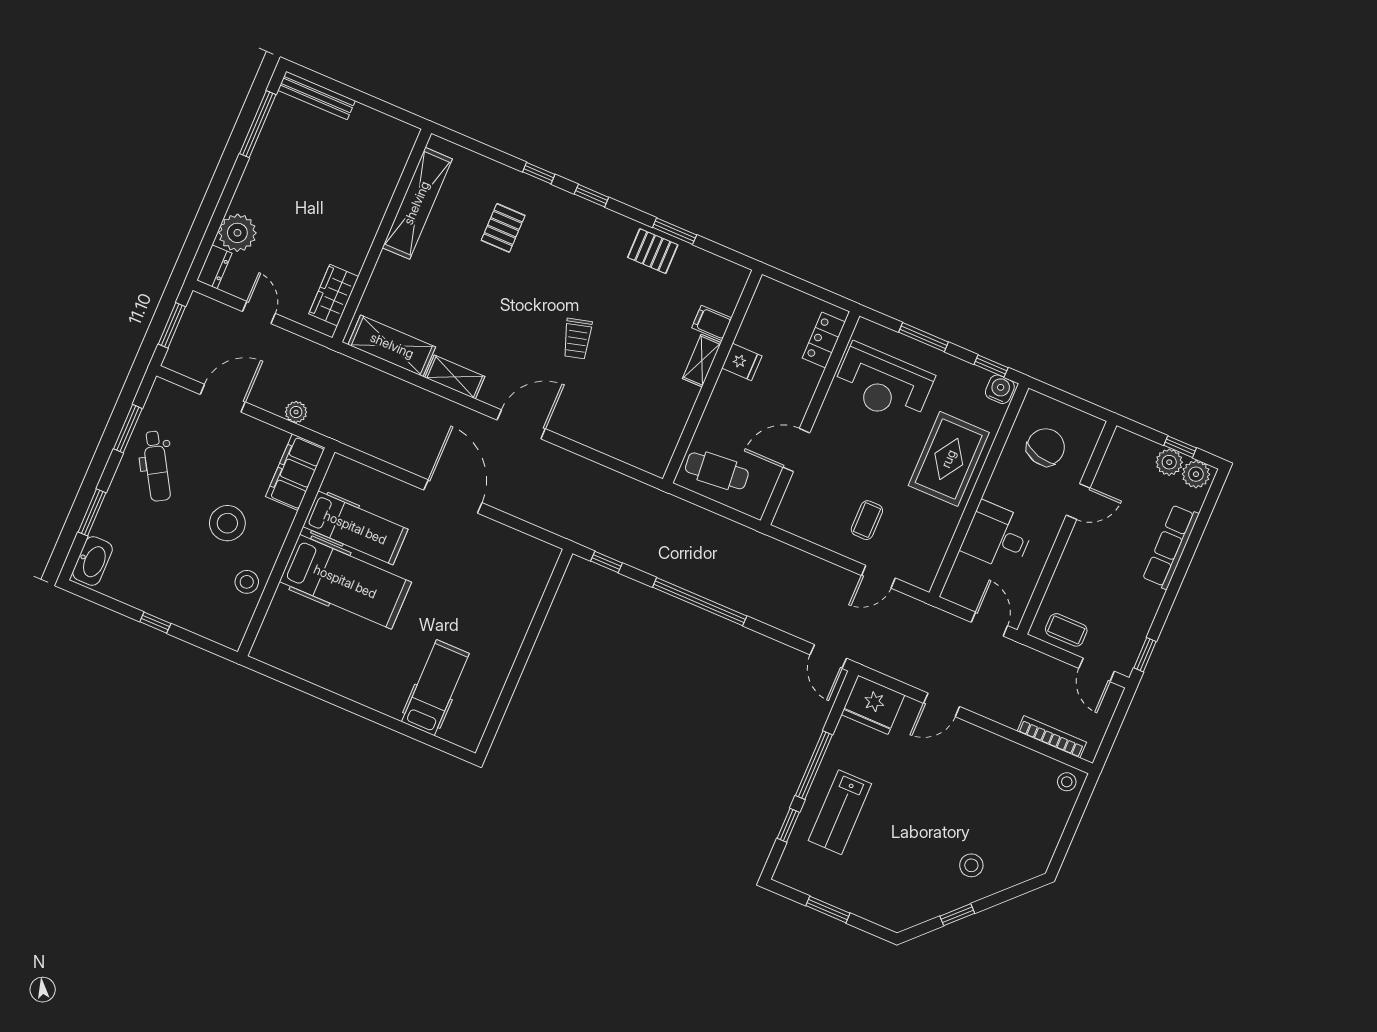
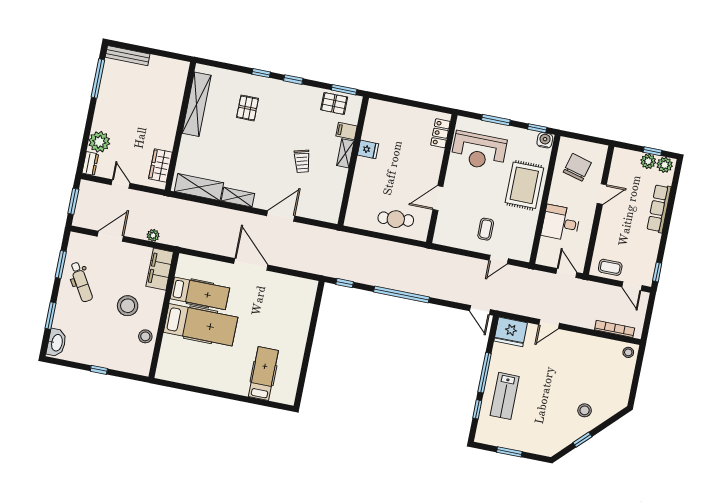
filing cabinet: (712, 323) -> (347, 131), moved
shelving: (702, 361) -> (345, 153), moved
fridge: (742, 362) -> (368, 149), moved
wall: (712, 377) -> (353, 161), moved

